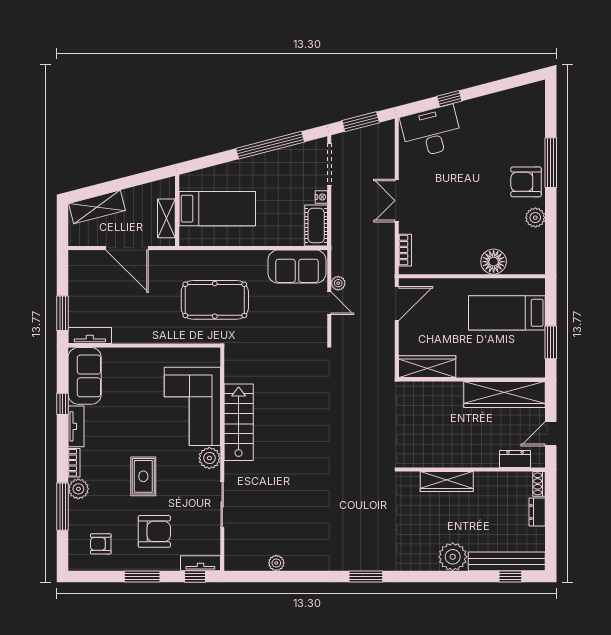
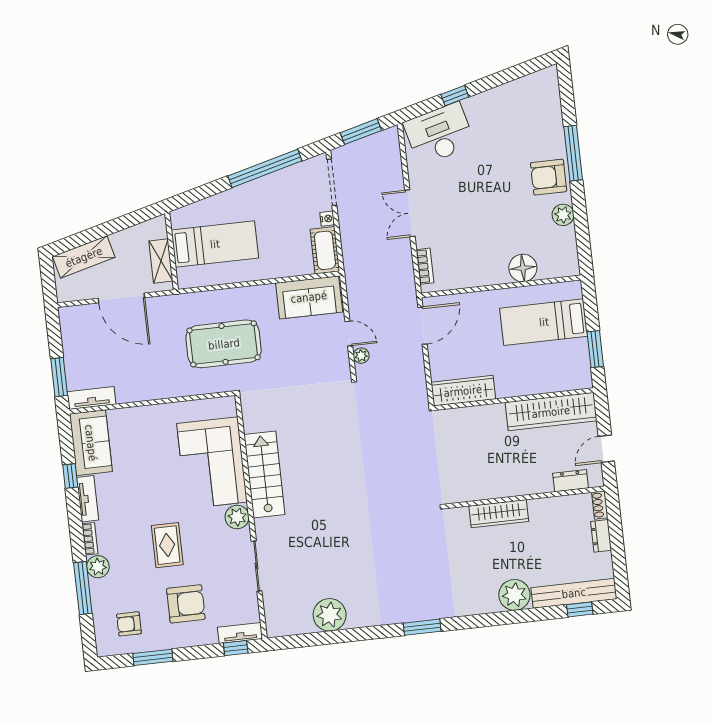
plant: (338, 283) -> (361, 356), moved
plant: (276, 563) -> (330, 615), width x1.87, depth x1.87
window: (142, 577) -> (153, 657), moved

